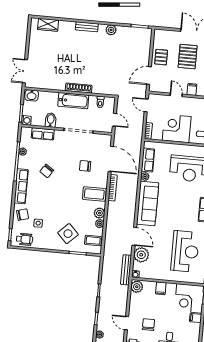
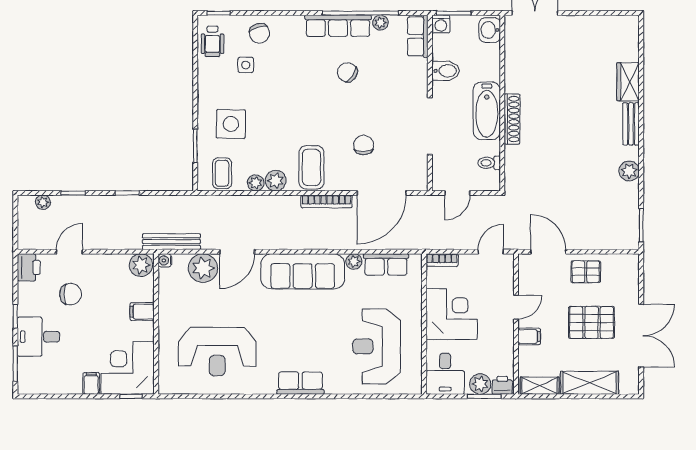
wardrobe: (48, 25) -> (628, 82), moved
row of seats: (43, 134) -> (418, 36), moved
row of seats: (21, 186) -> (338, 26), moved
side table: (68, 234) -> (231, 124), turned 45

